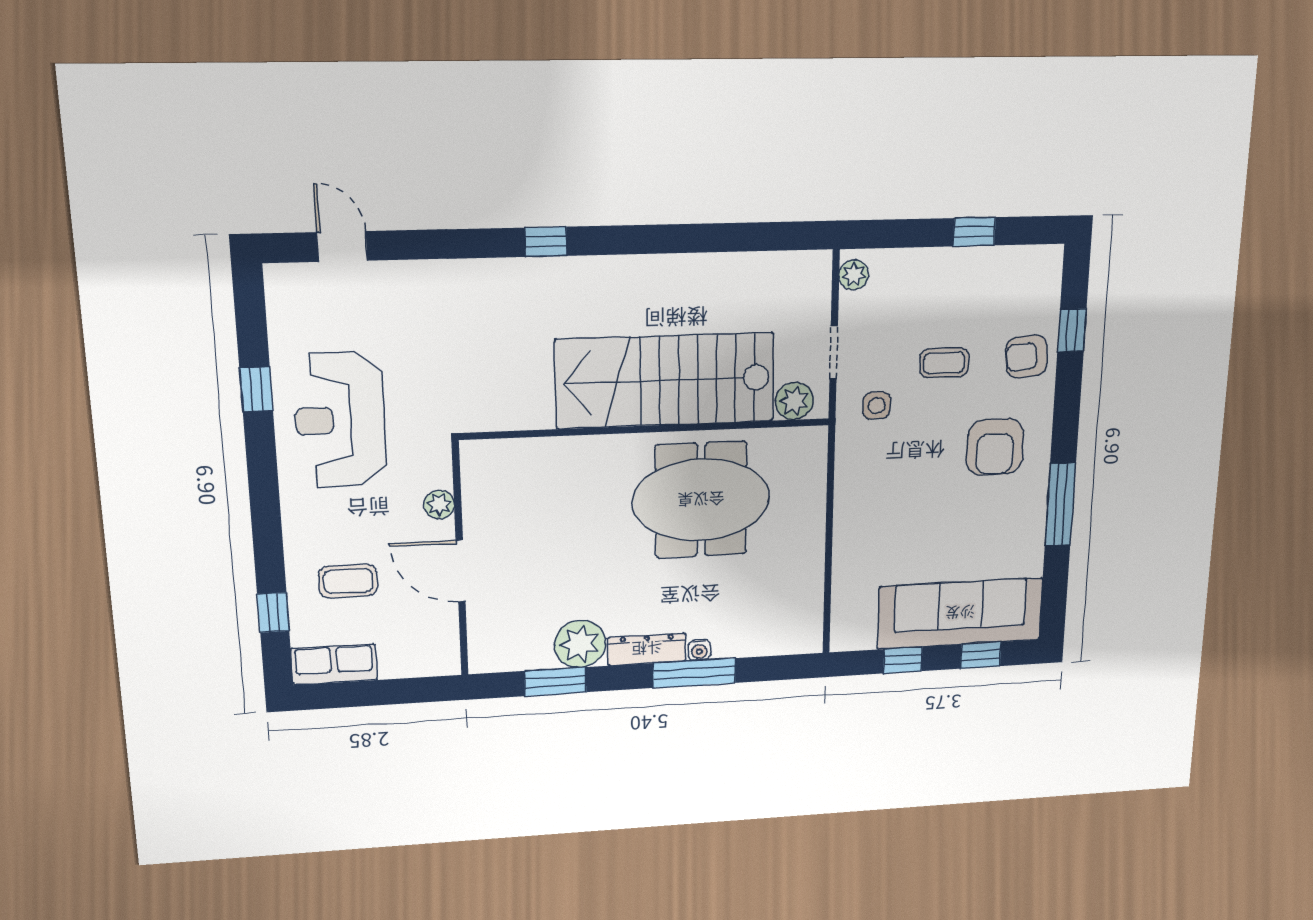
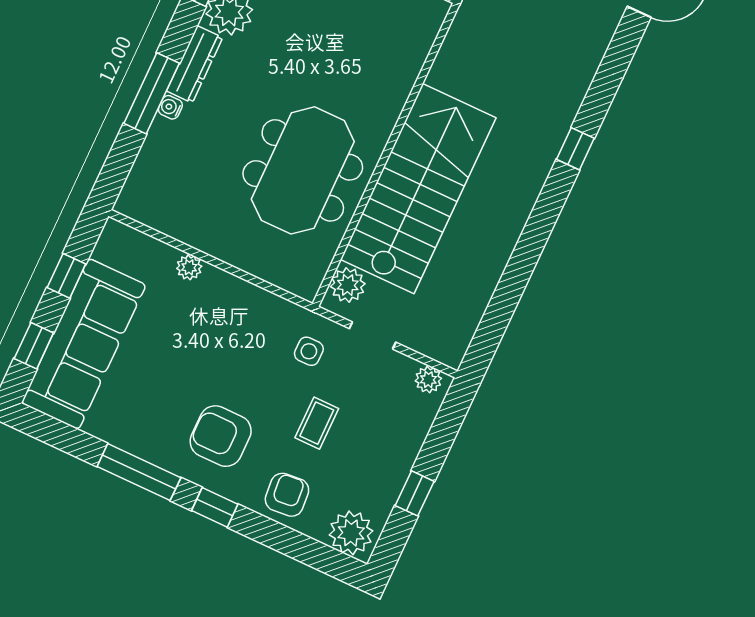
plant: (1039, 276) -> (351, 533), added
window: (1072, 330) -> (215, 507), moved
plant: (845, 557) -> (189, 267), added

